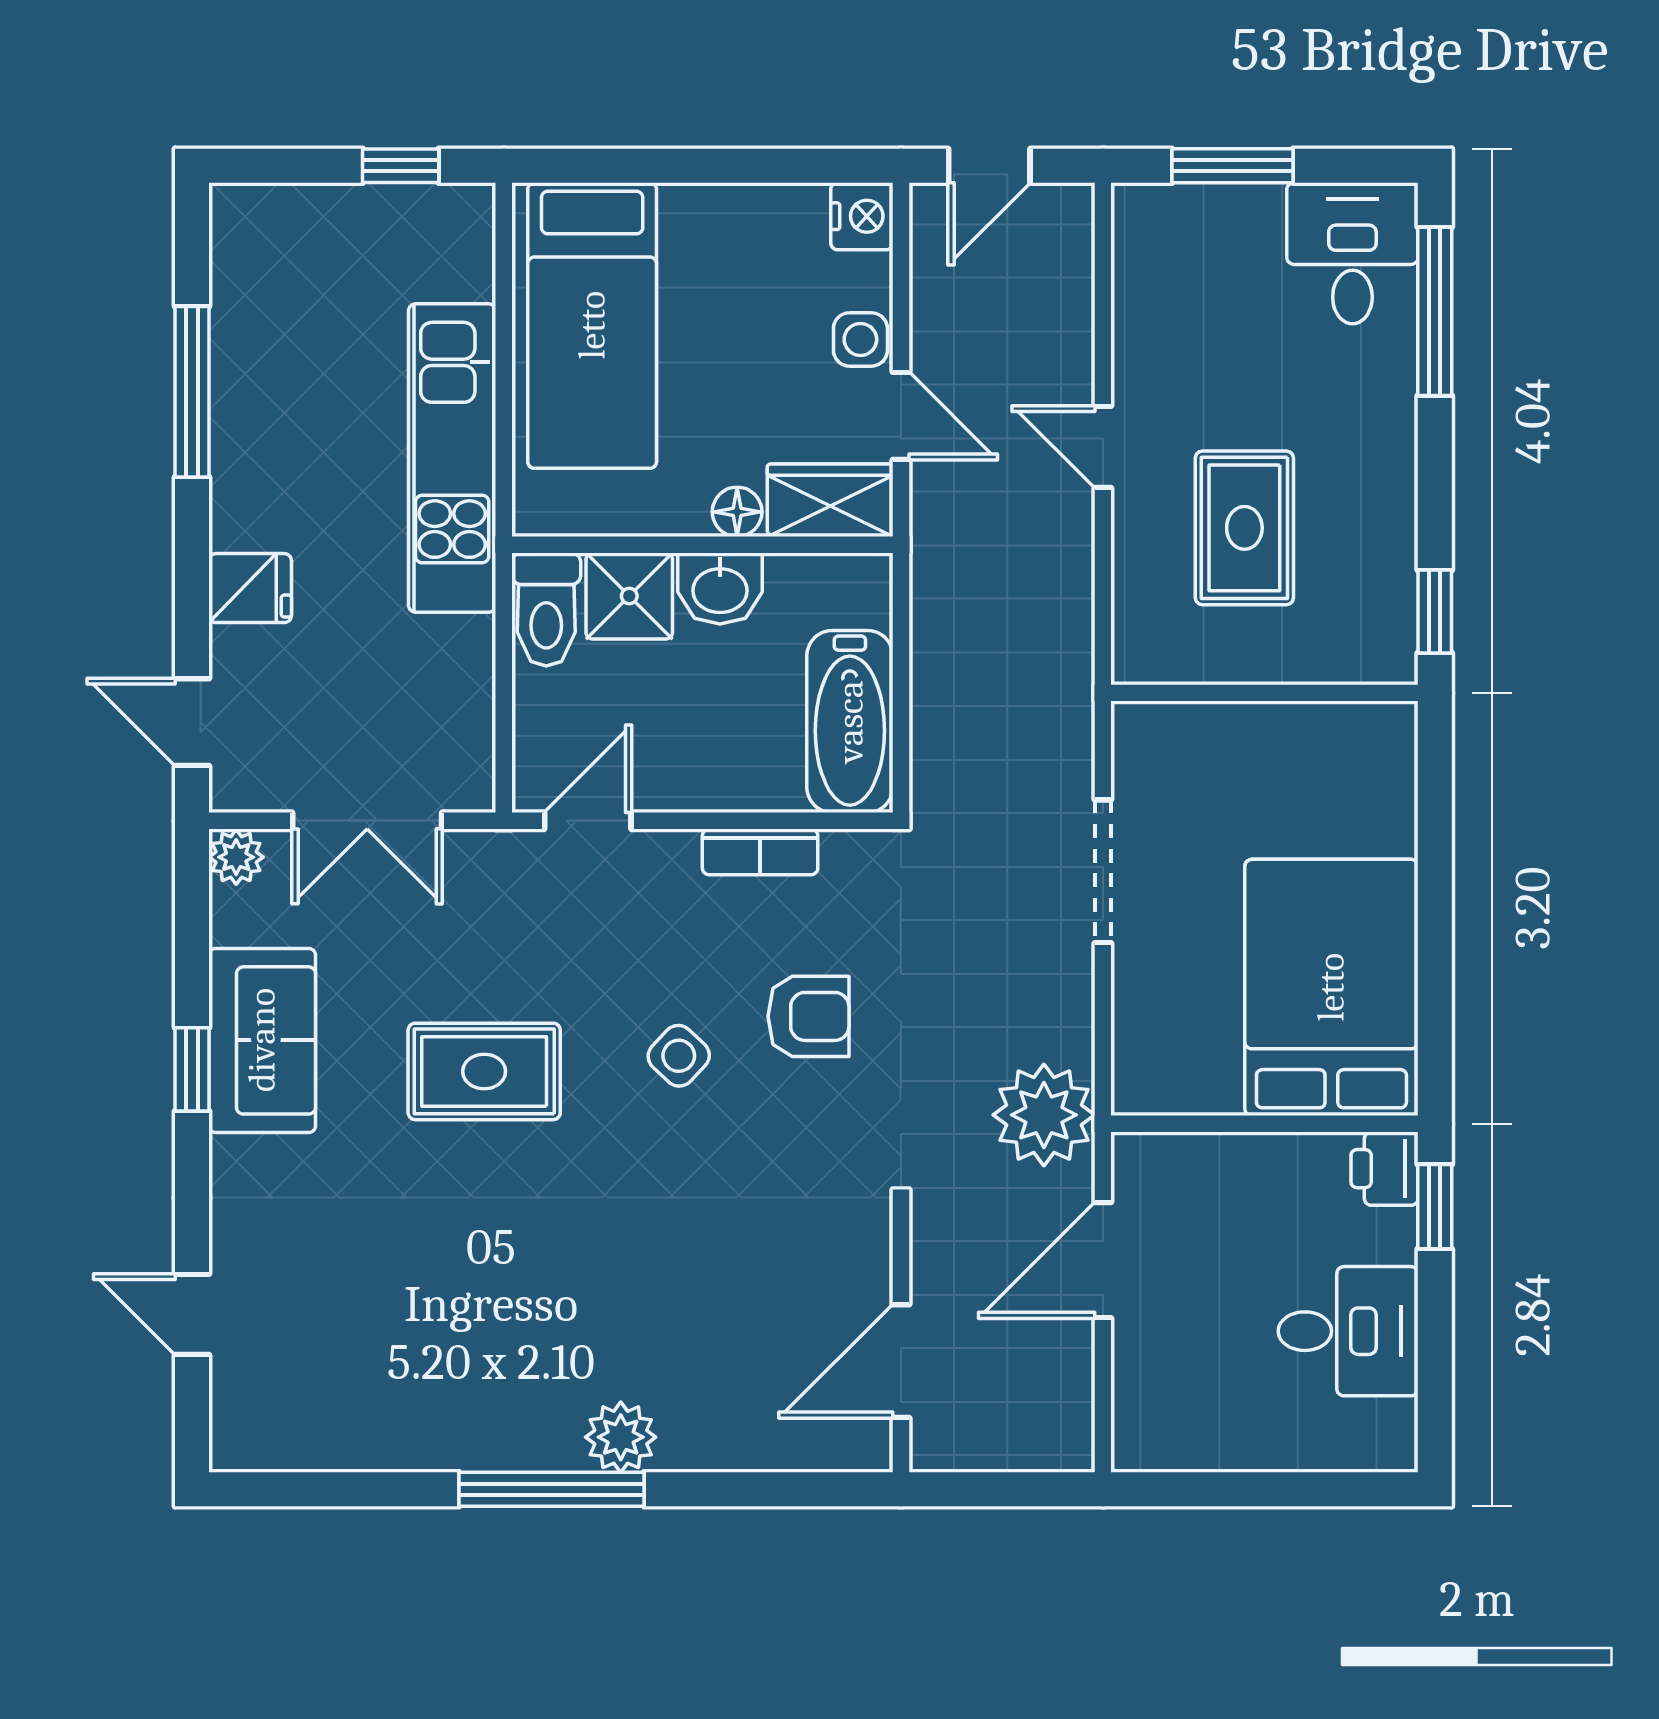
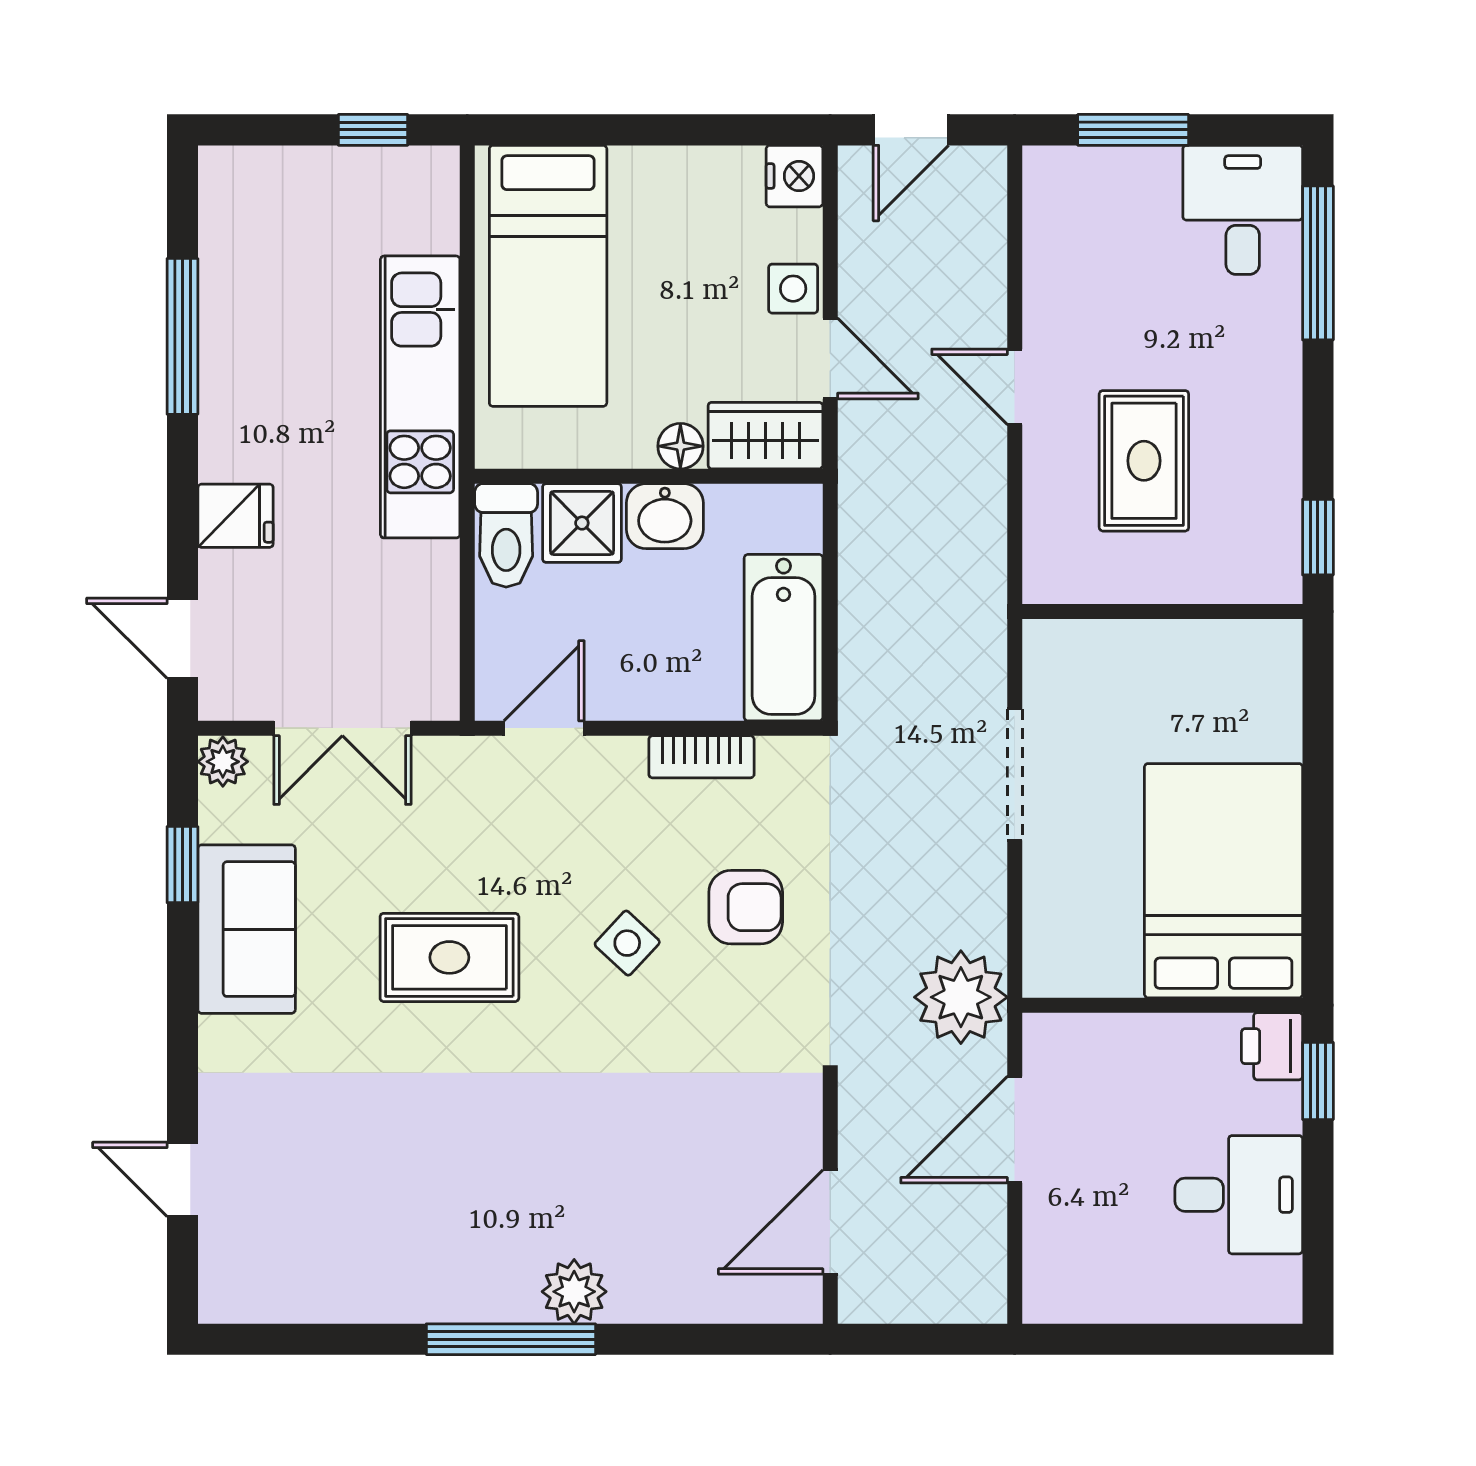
window: (192, 1069) -> (182, 865), moved

